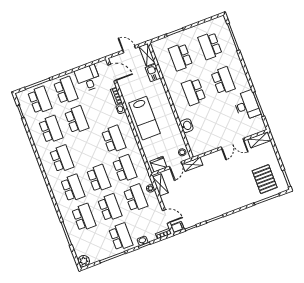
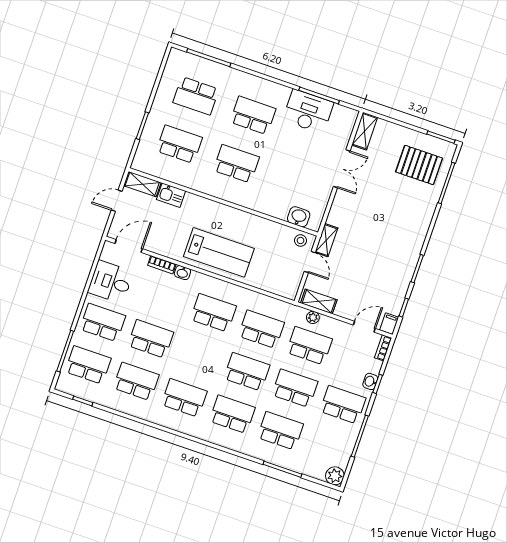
school desk: (181, 57) -> (179, 144), turned 180
school desk: (194, 92) -> (236, 164), turned 180
washbasin: (187, 126) -> (299, 217), moved
fridge: (158, 164) -> (291, 282), removed

